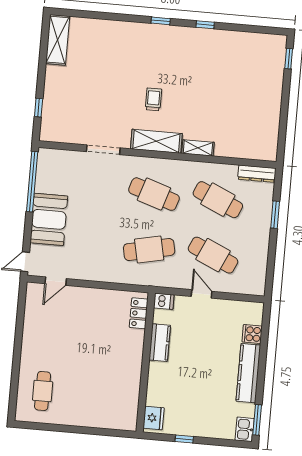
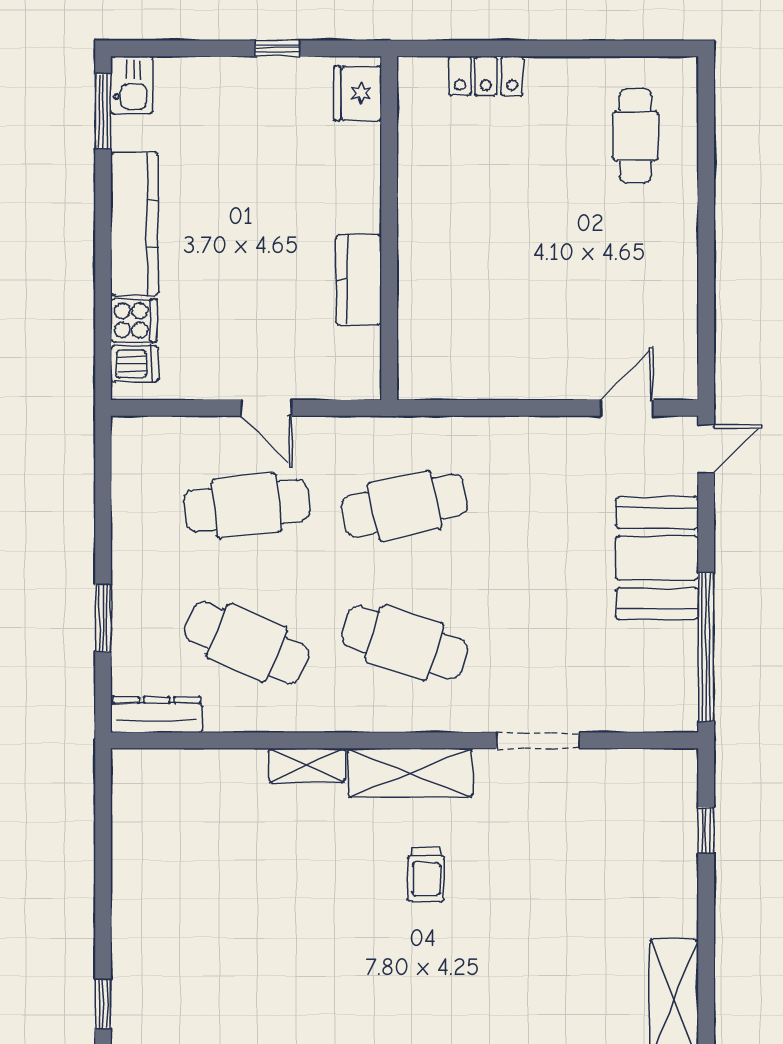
cafe table: (213, 255) -> (247, 506), turned -30
dishwasher: (164, 301) -> (135, 364), moved, turned 180
locker: (139, 313) -> (486, 76), moved, turned 90

